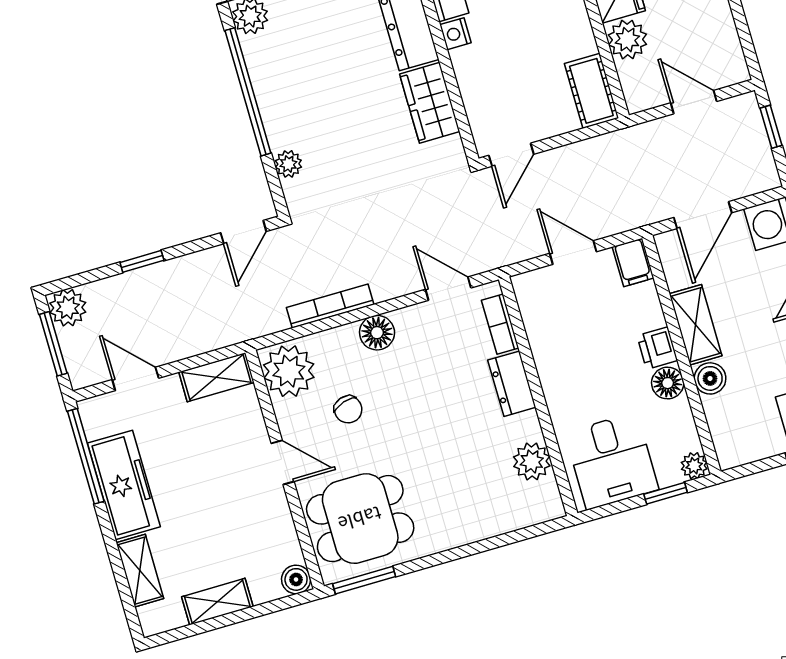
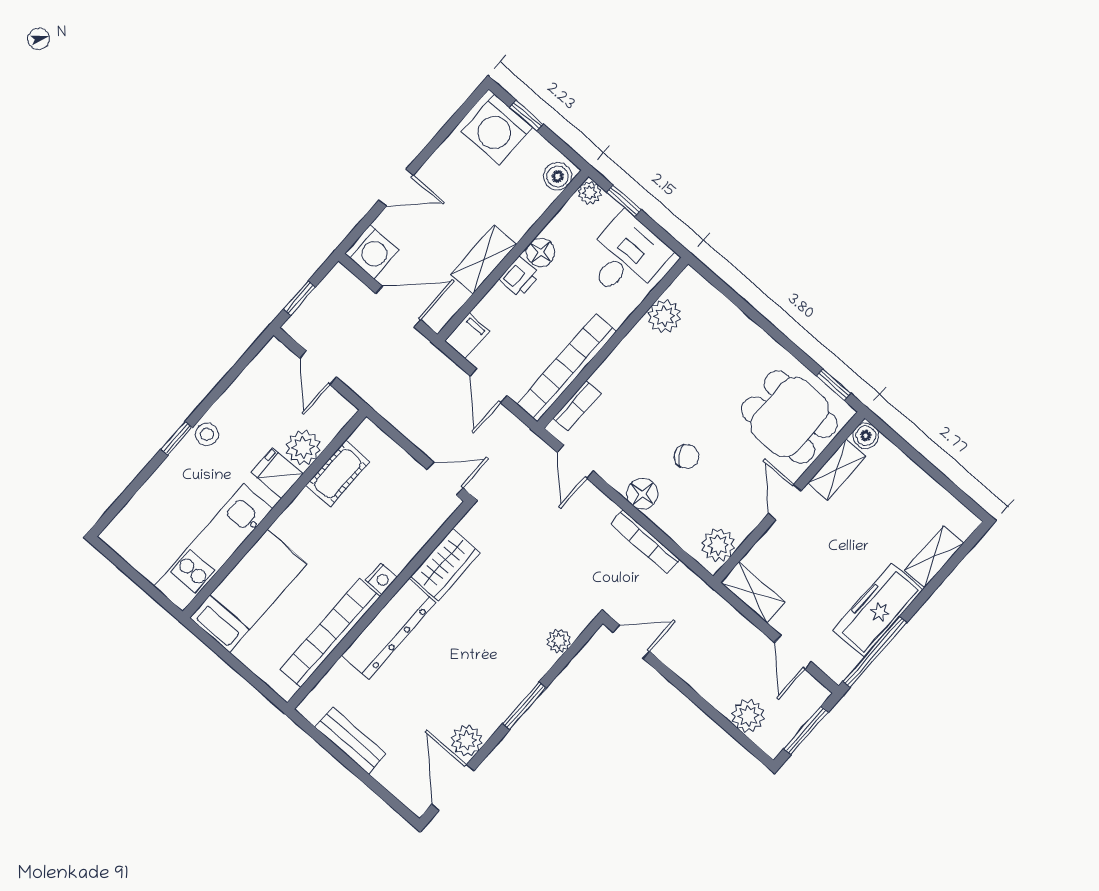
cot: (591, 91) -> (338, 474), moved
window: (248, 92) -> (524, 706), width x0.47
window: (142, 261) -> (702, 704), removed
plant: (68, 308) -> (748, 716), moved
bookcase: (543, 337) -> (567, 368), added
plant: (289, 371) -> (718, 545), width x0.73, depth x0.73
boiler: (710, 378) -> (558, 176), moved
dresser: (512, 384) -> (616, 368), removed
chair: (348, 409) -> (687, 456), moved, turned 75
window: (364, 580) -> (834, 385), width x0.67
shelving: (217, 602) -> (837, 470), moved, turned 90

